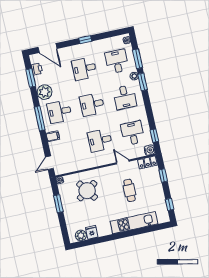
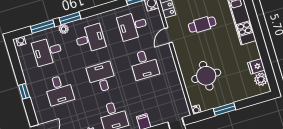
desk: (92, 104) -> (102, 77), turned 180
round table: (87, 191) -> (206, 76), turned 35

